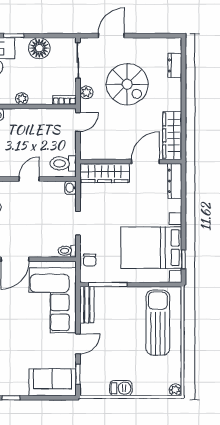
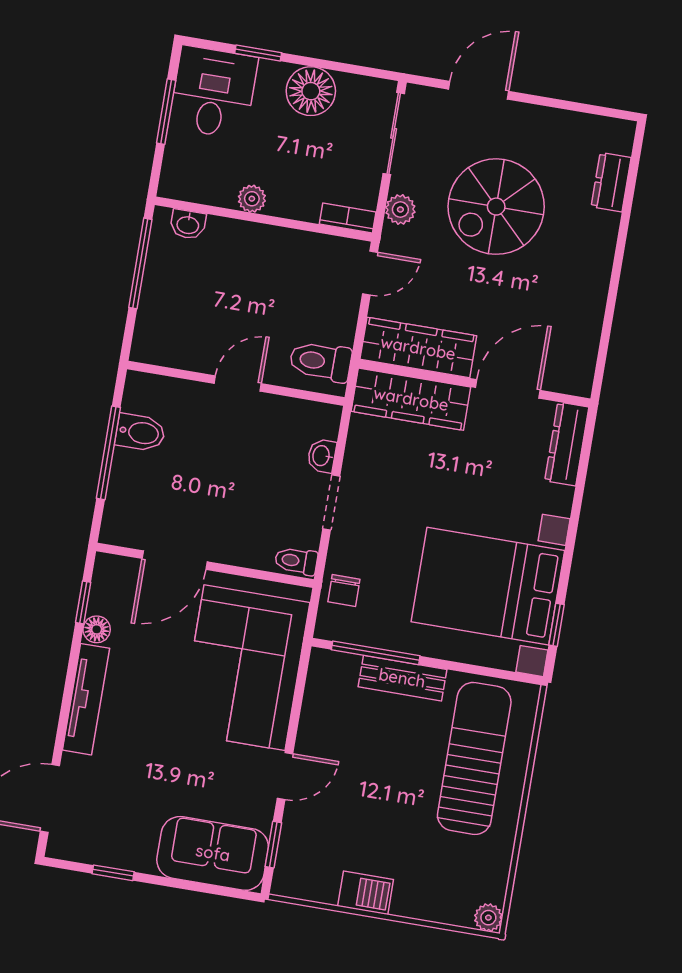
spiral stairs: (127, 84) -> (496, 207), turned 90
wardrobe: (172, 136) -> (418, 348), moved, turned 90
washbasin: (70, 188) -> (322, 456), moved
bench: (87, 305) -> (402, 678), moved, turned 90

